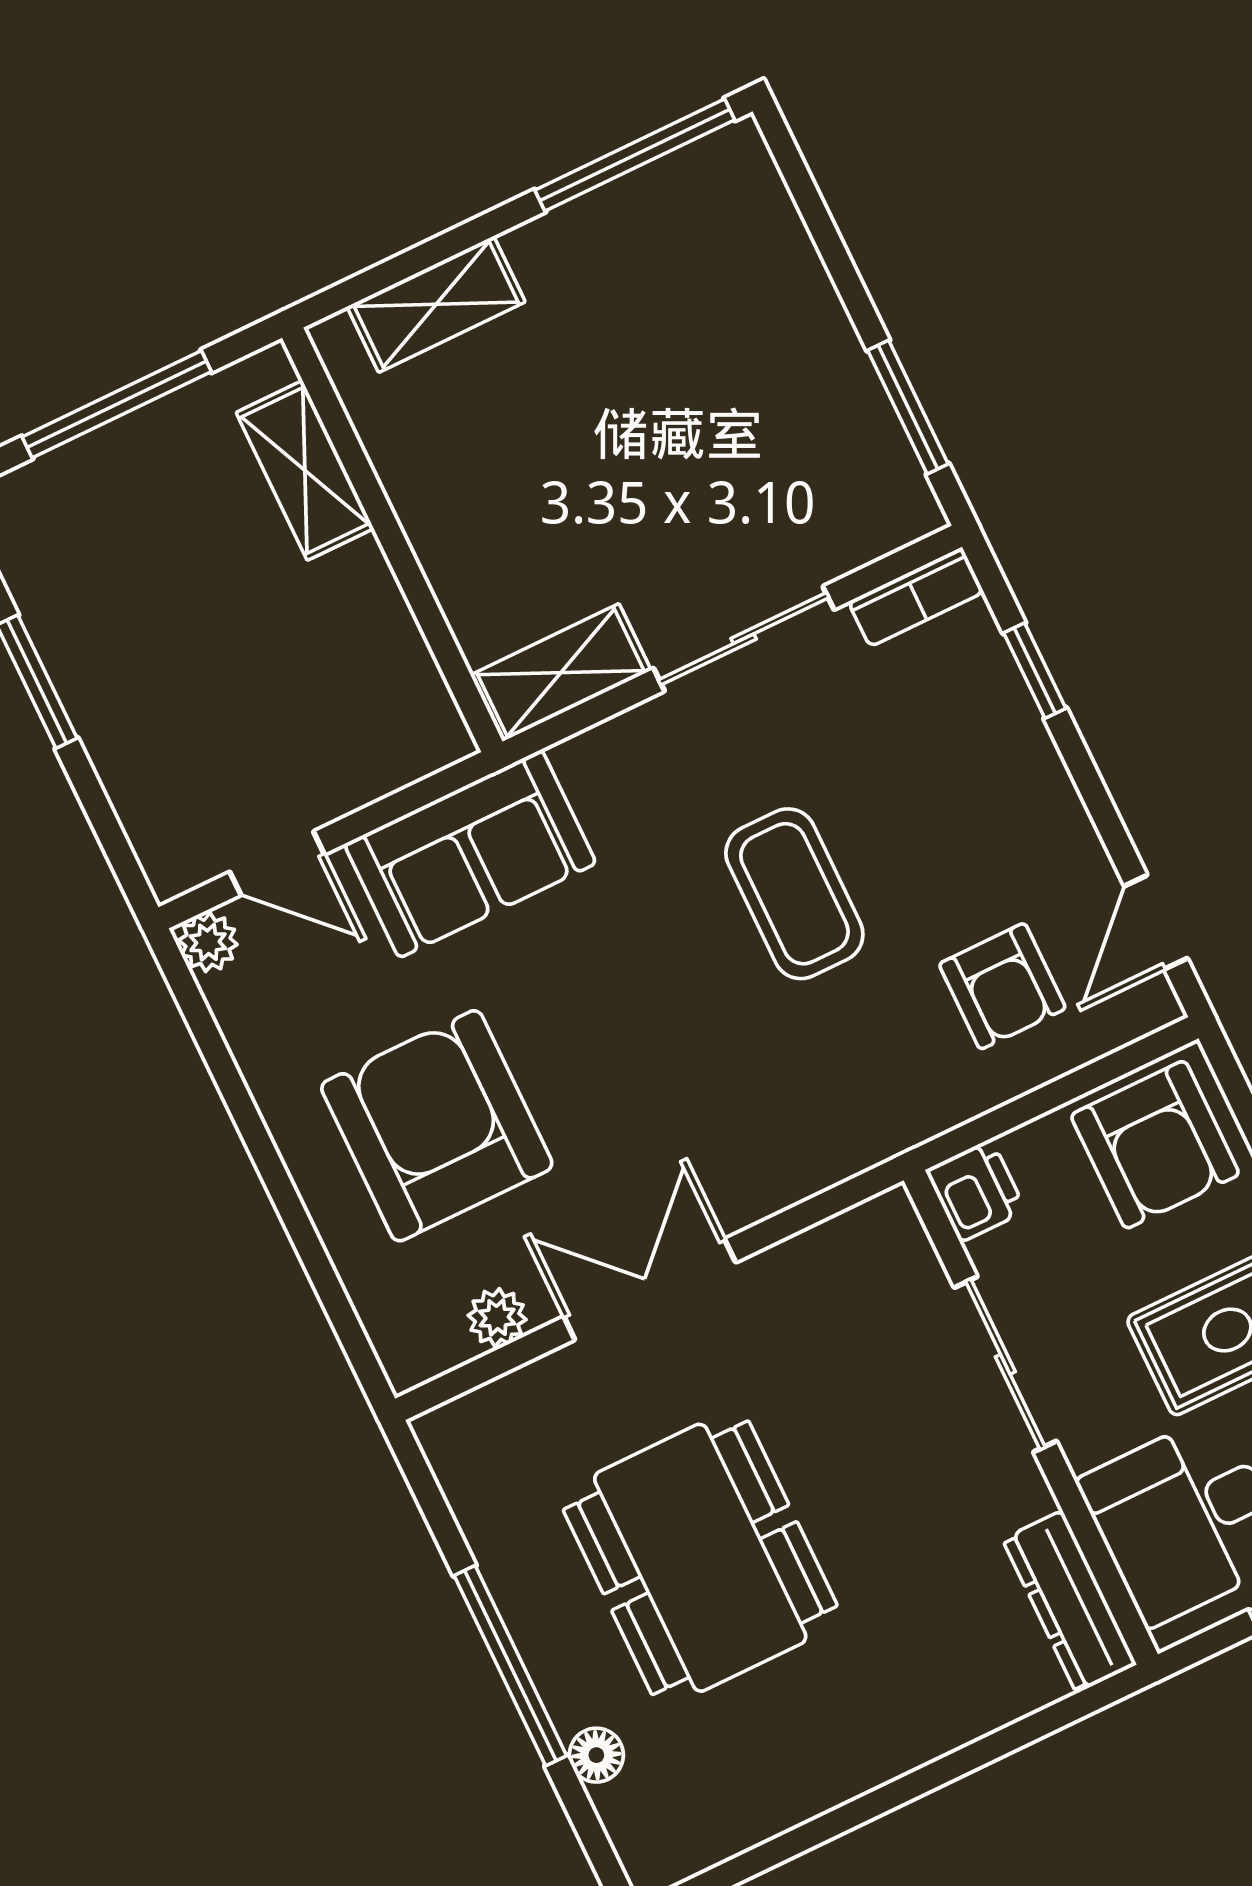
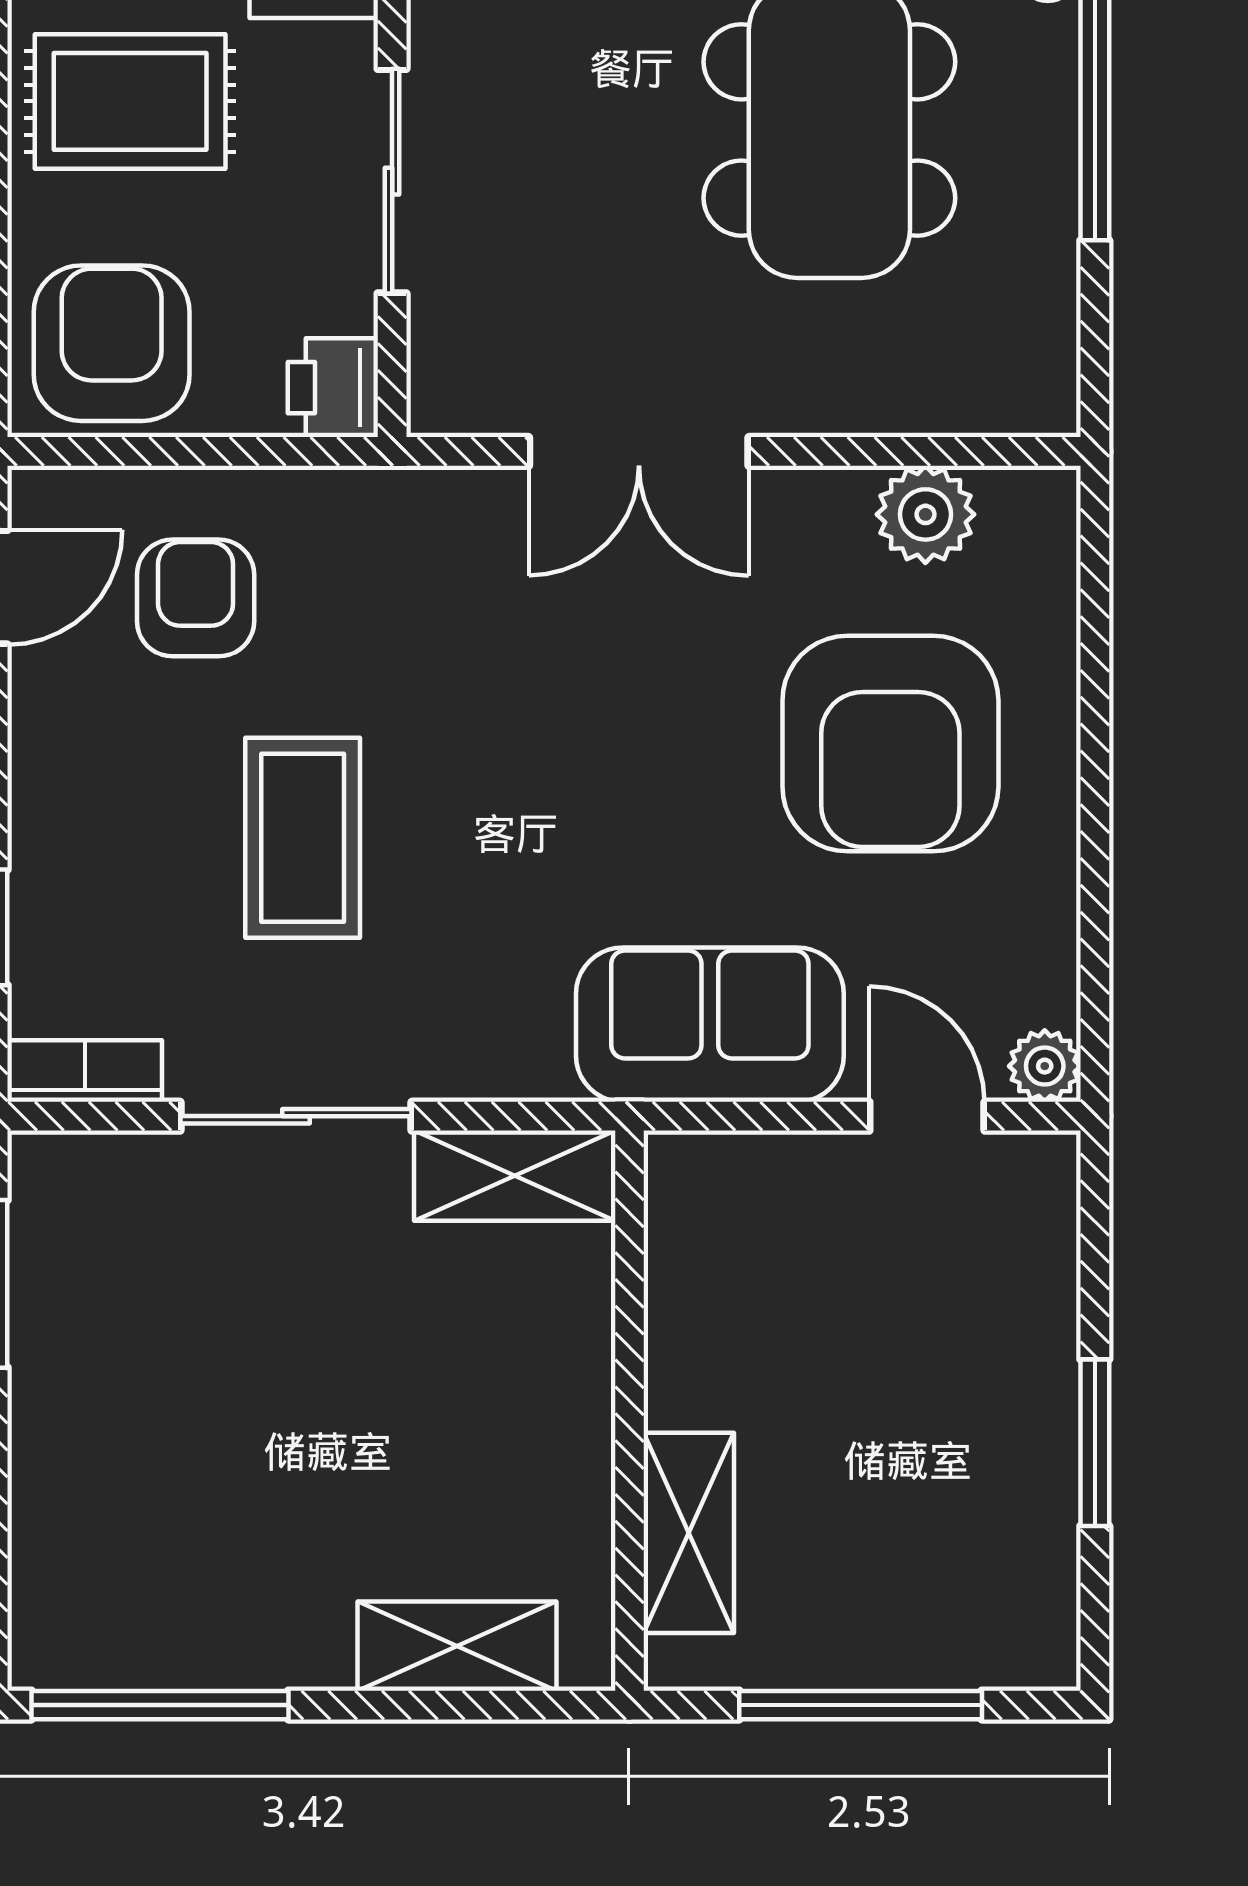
coffee table: (794, 894) -> (303, 838), moved
double door: (650, 1289) -> (639, 451), moved
plant: (497, 1318) -> (925, 514), width x1.38, depth x1.38

